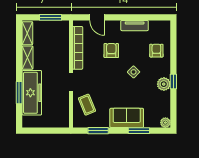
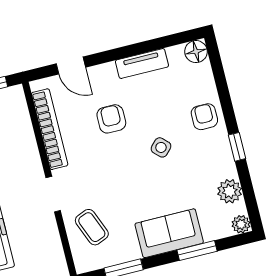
floor lamp: (164, 26) -> (196, 52), added
armchair: (156, 51) -> (204, 117), moved
plant: (164, 84) -> (230, 191), moved

